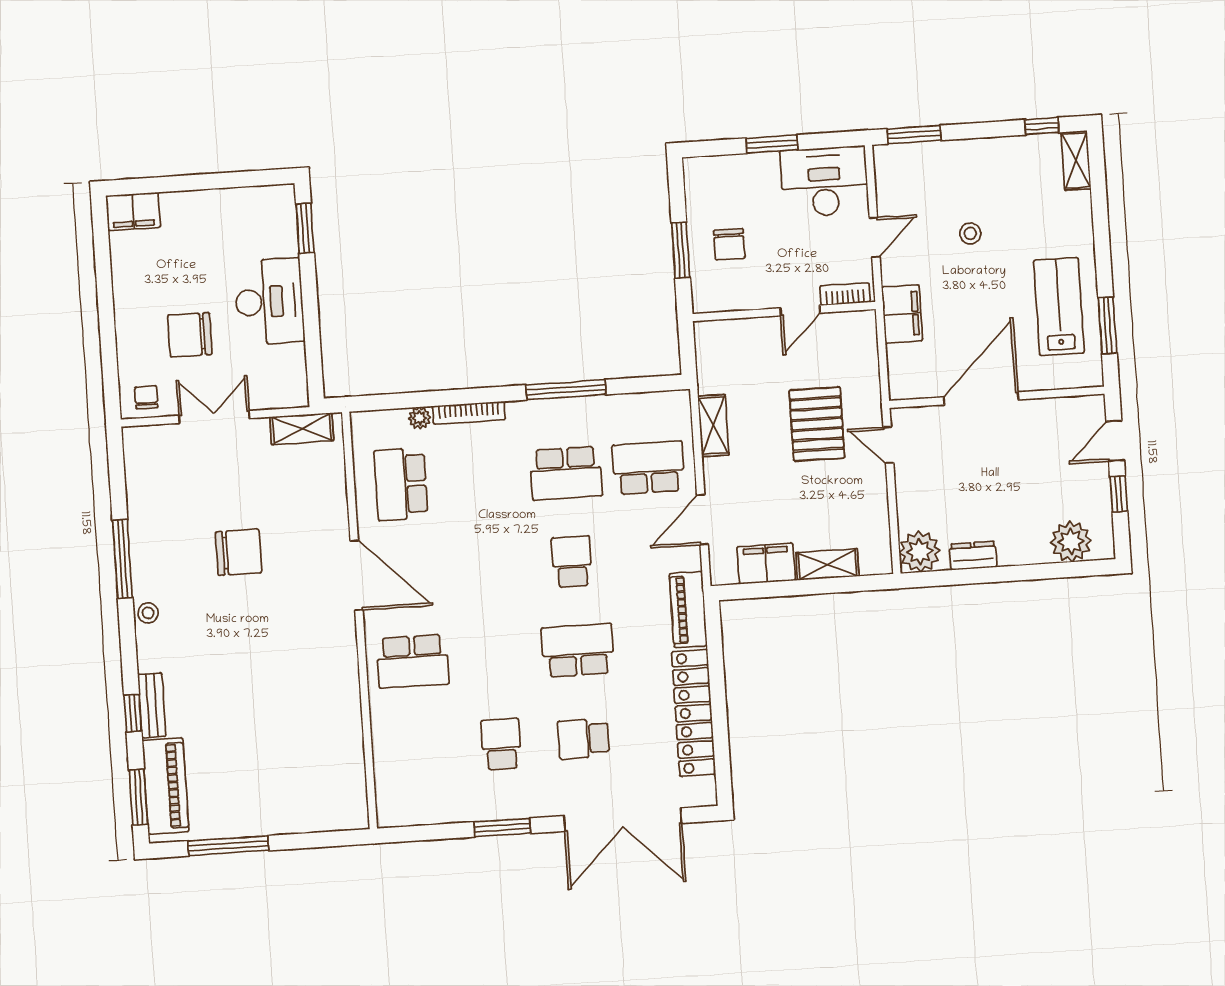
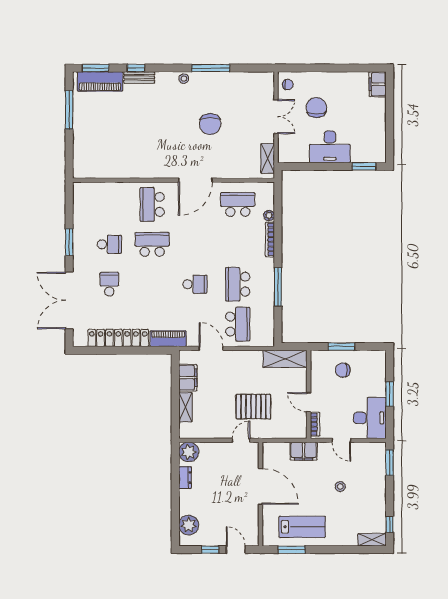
shelving: (713, 426) -> (285, 359), moved, width x1.50, depth x1.33
school desk: (578, 650) -> (152, 244), moved, turned -90

